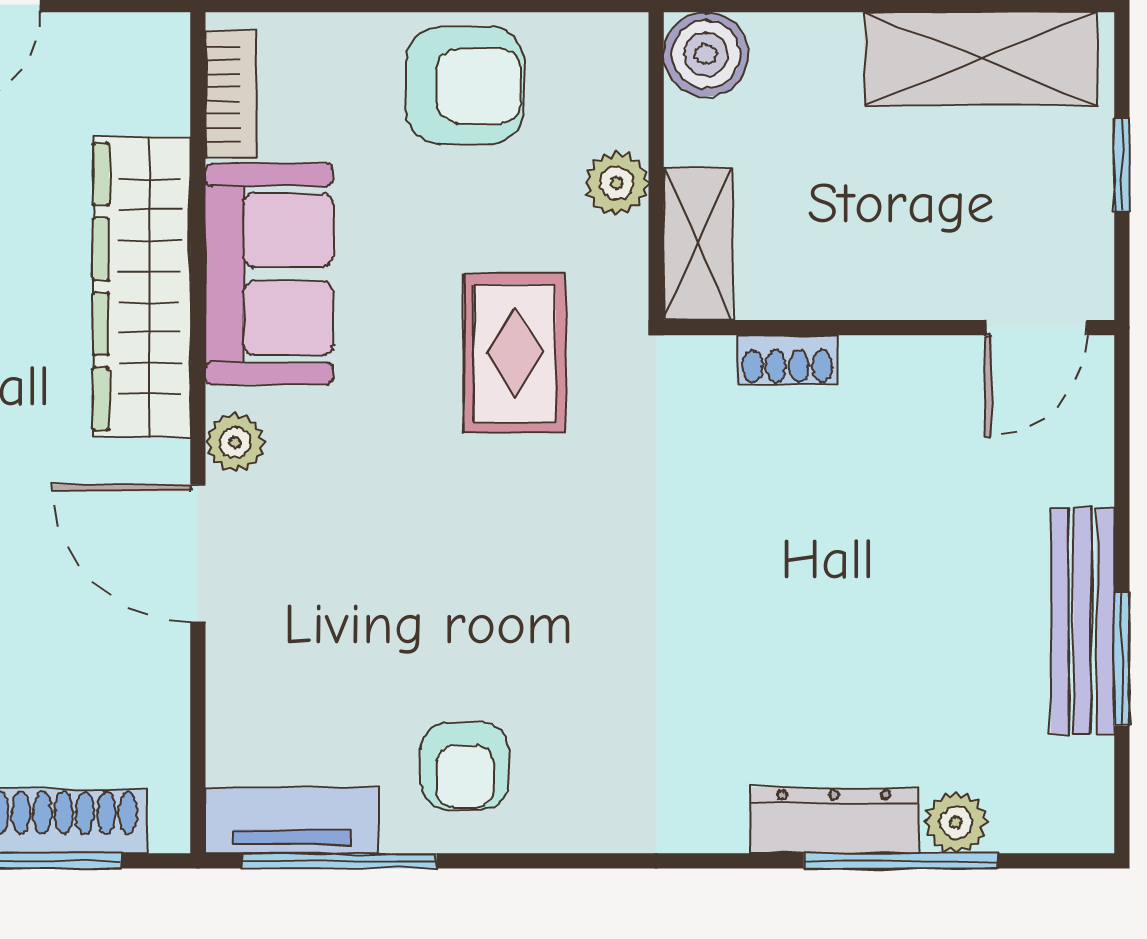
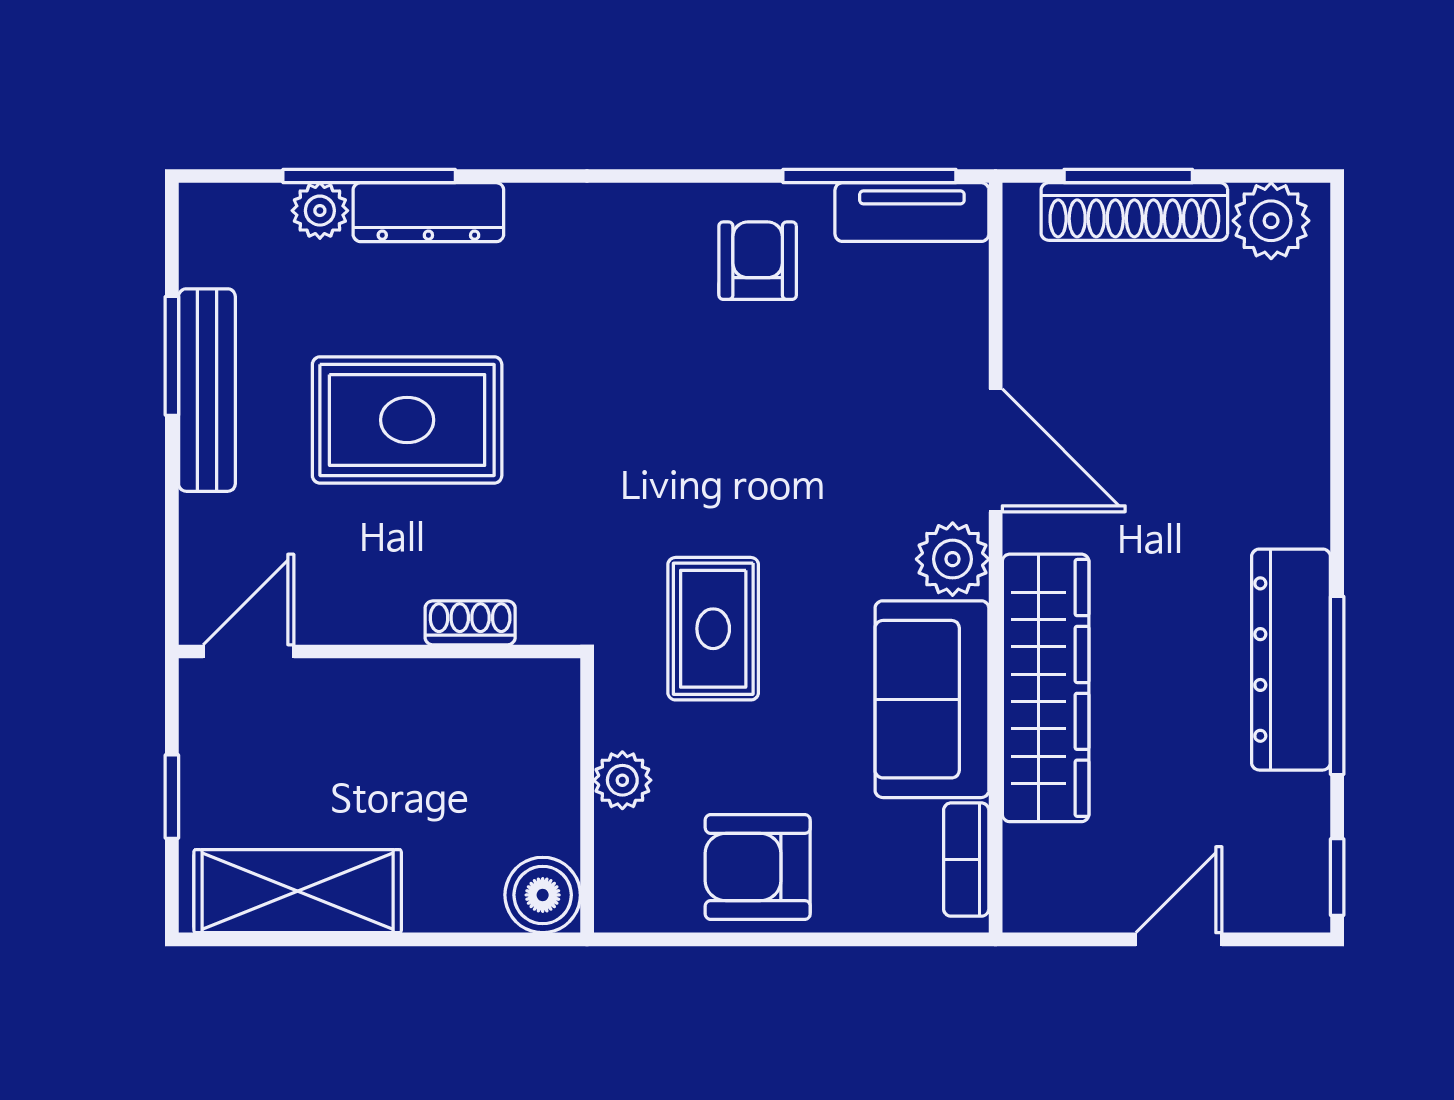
shelving: (698, 244) -> (550, 726), removed
plant: (235, 442) -> (953, 559), width x1.38, depth x1.38
rug: (858, 587) -> (407, 420), added

